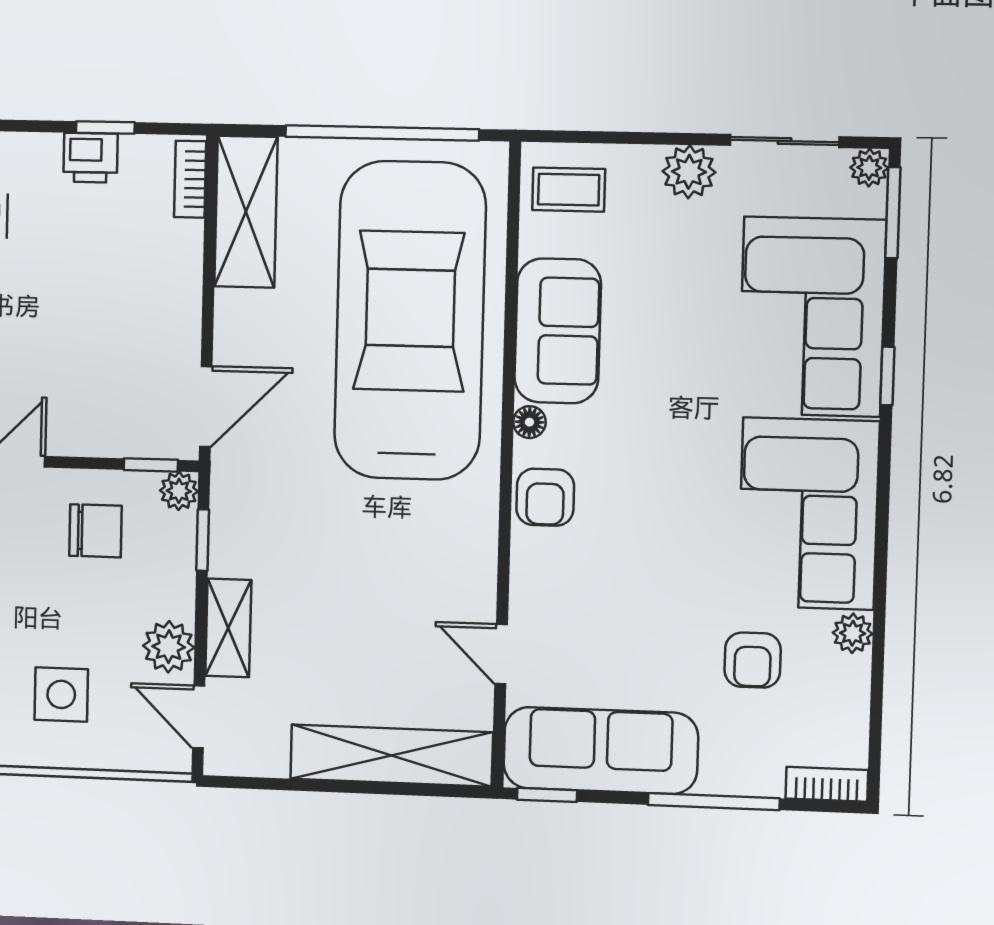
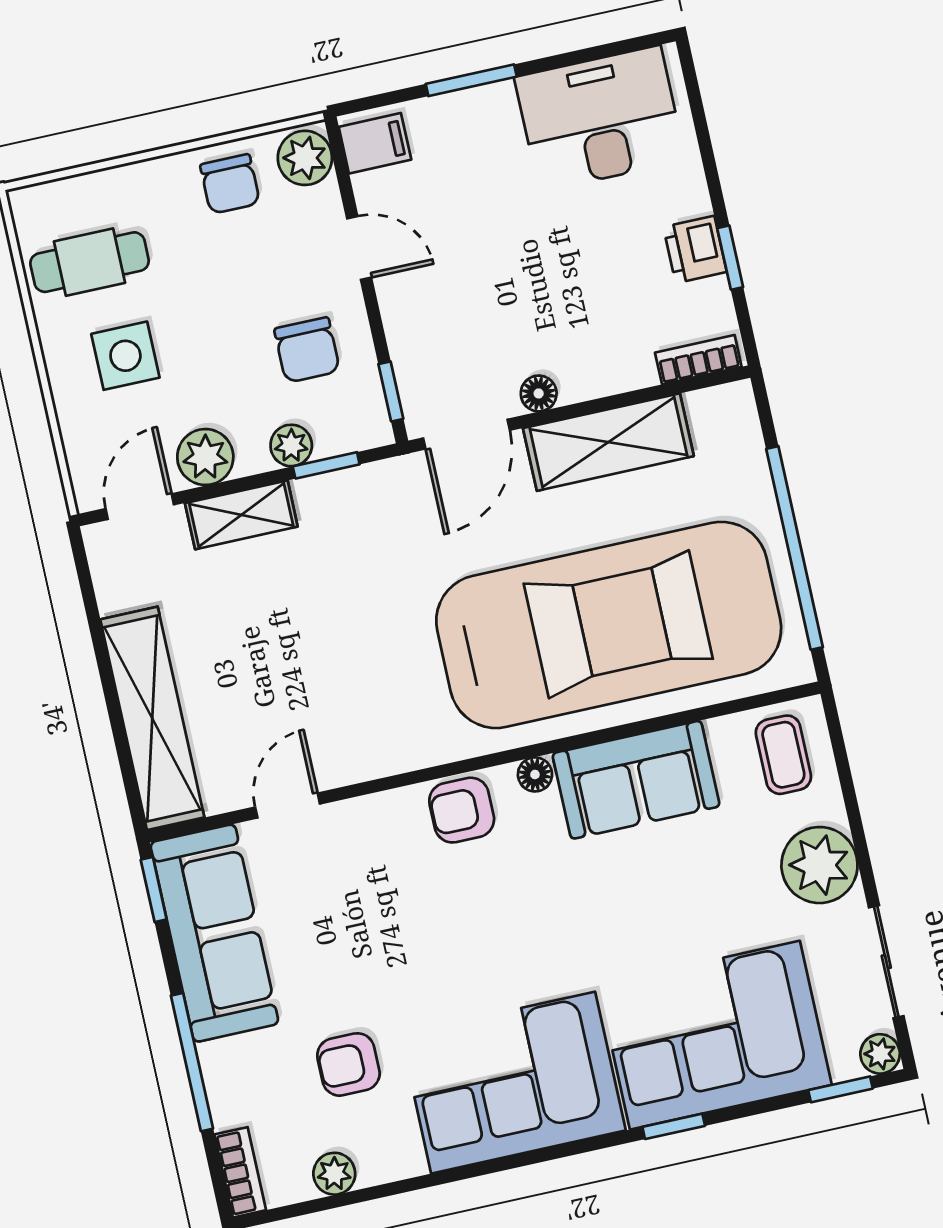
plant: (689, 172) -> (819, 865), width x1.36, depth x1.36
shelving: (246, 212) -> (608, 442), moved
window: (893, 213) -> (841, 1089), width x0.67
floor lamp: (185, 332) -> (539, 393), added
door: (206, 406) -> (466, 434), hinge flipped
plant: (179, 491) -> (291, 445), moved
plant: (853, 633) -> (334, 1174), moved

